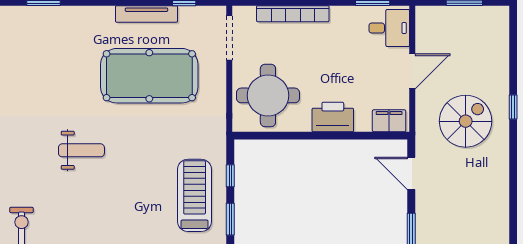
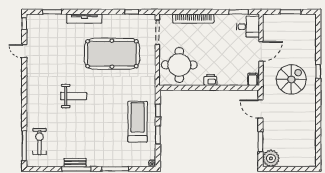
tv unit: (146, 14) -> (84, 19), moved
printer: (333, 117) -> (211, 80), width x0.53, depth x0.68
filing cabinet: (389, 121) -> (253, 79), width x0.50

